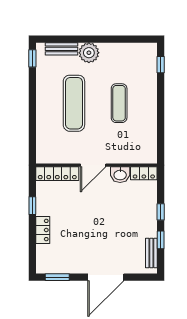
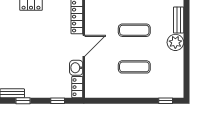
exercise mat: (74, 103) -> (134, 30), width x0.73, depth x0.69
door: (93, 165) -> (84, 46), swing flipped
window: (161, 212) -> (58, 101), moved

